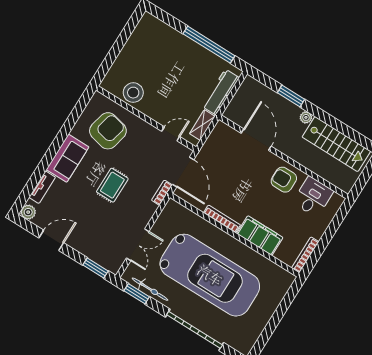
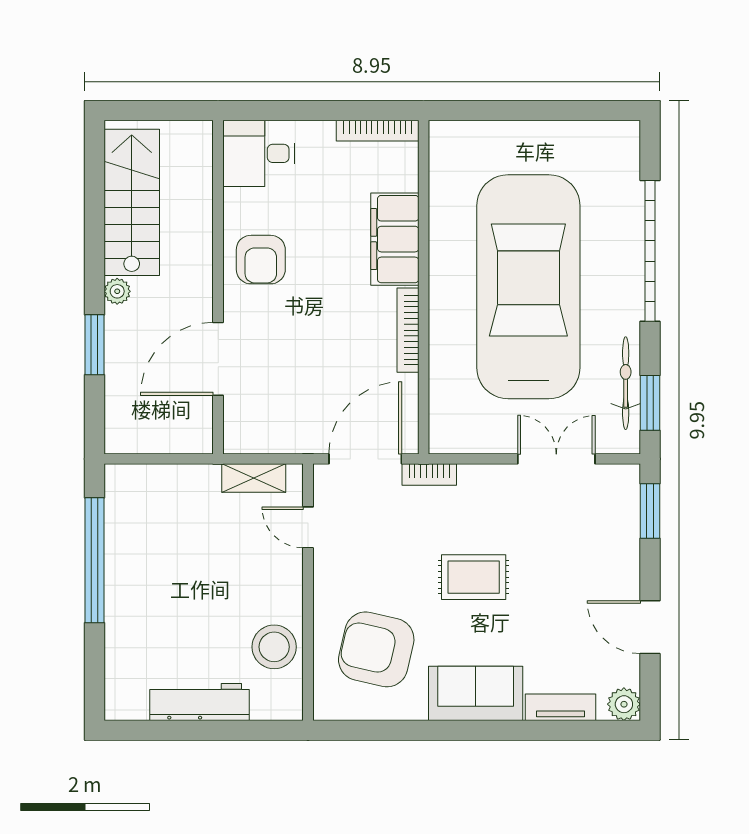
workbench: (221, 92) -> (200, 702), moved, turned 180
desk: (313, 197) -> (259, 153), moved

